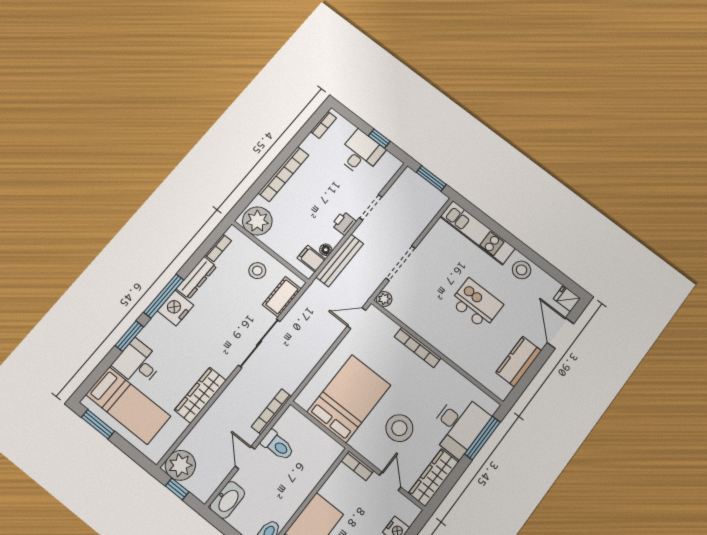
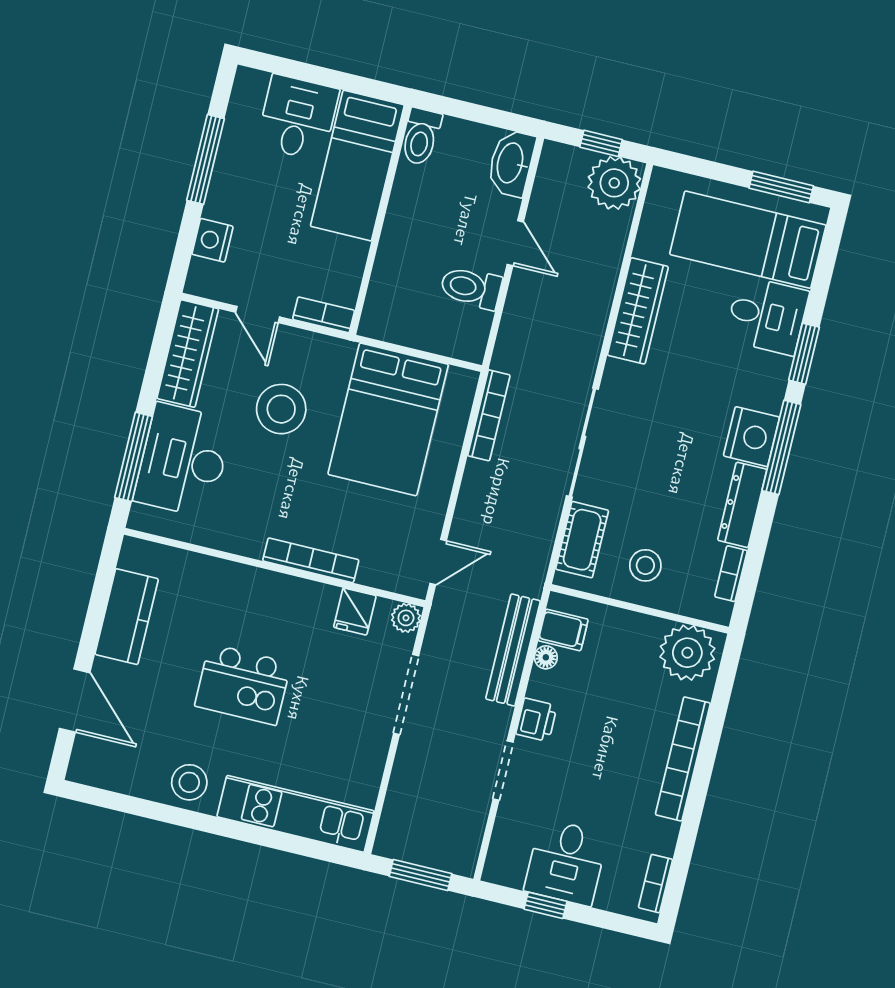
fridge: (567, 299) -> (355, 611), moved, turned 90
bookcase: (271, 412) -> (489, 415), moved

